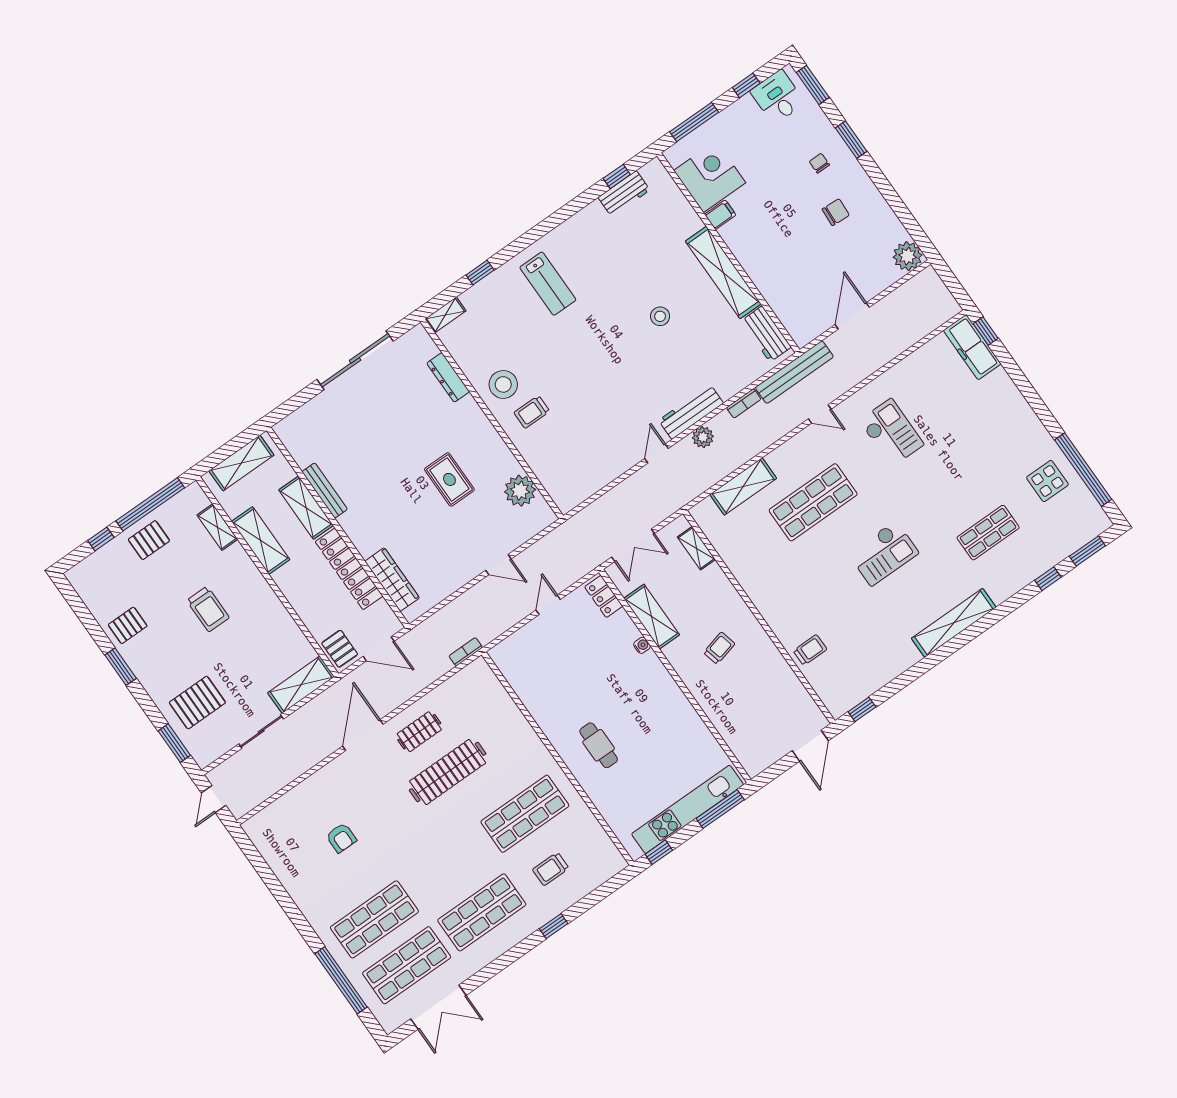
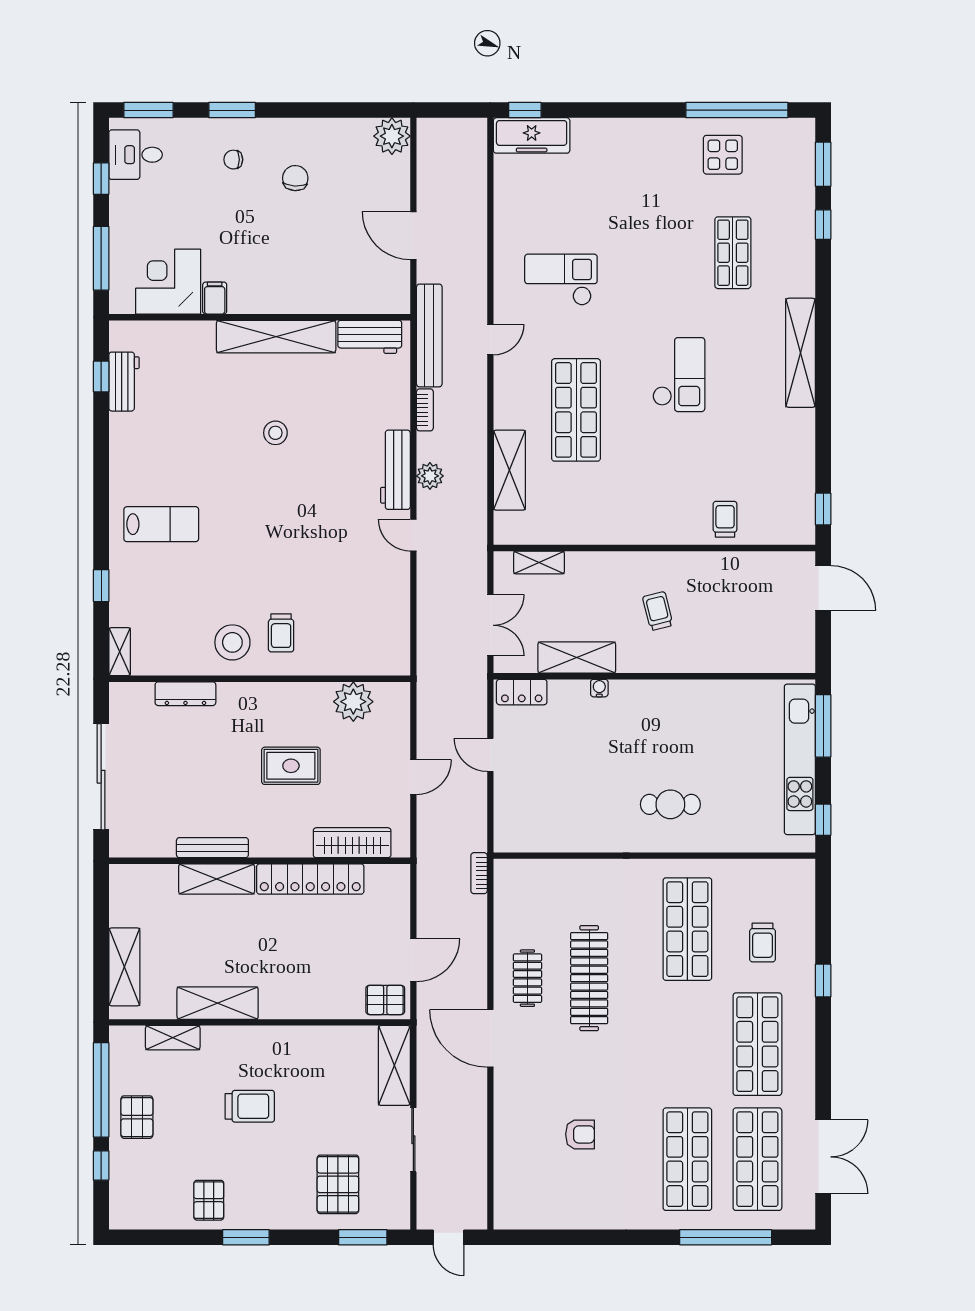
bench: (325, 490) -> (212, 848), moved
shelving: (306, 508) -> (217, 879), moved
wall: (338, 527) -> (260, 861), moved
locker: (349, 569) -> (310, 879), moved
wardrobe: (392, 580) -> (352, 843), moved

